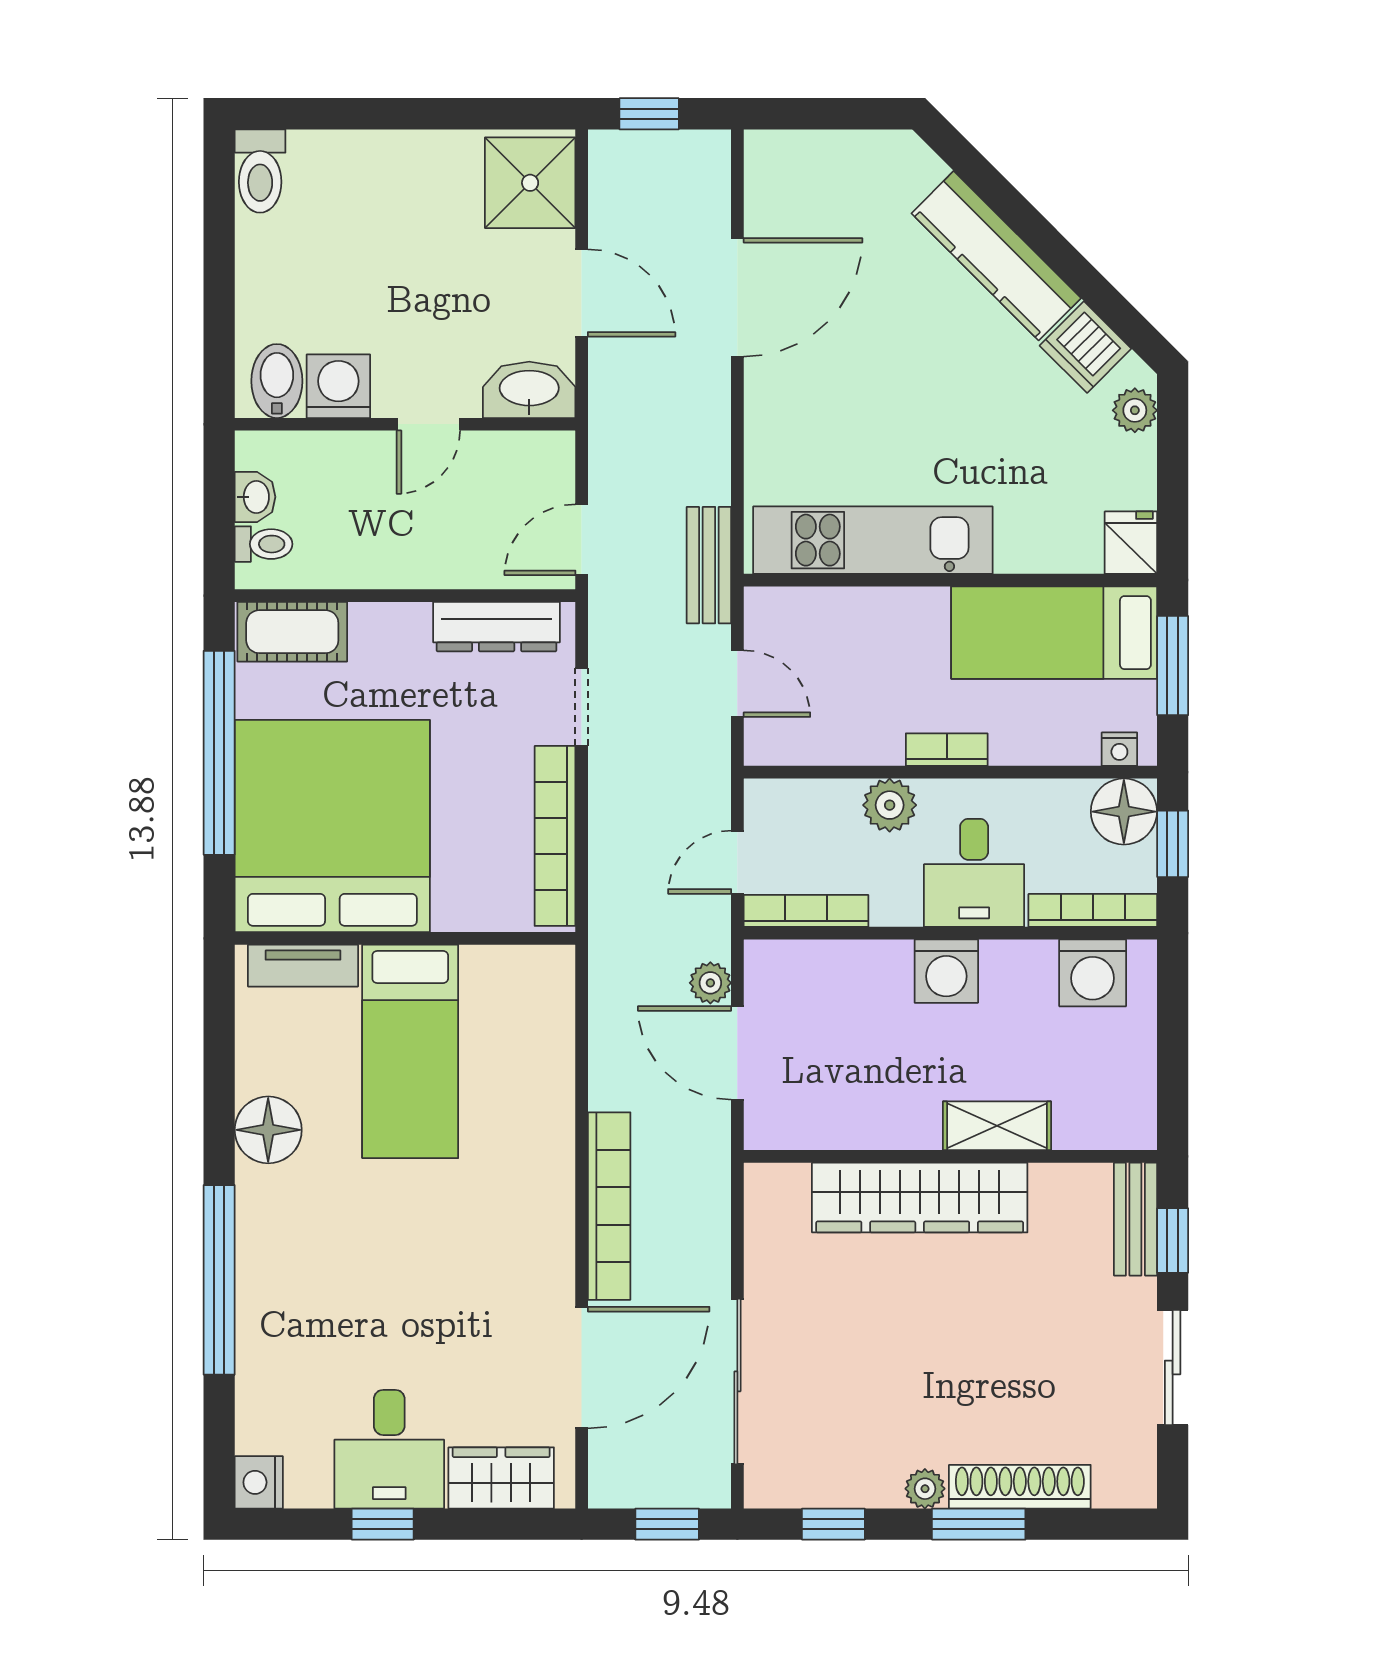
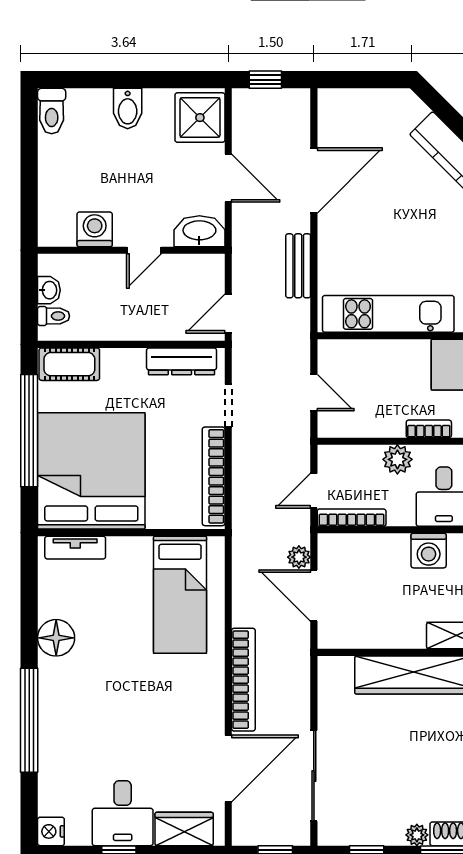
bidet: (277, 381) -> (128, 108), moved, turned 180
bench: (709, 565) -> (298, 266), moved
bed: (410, 1051) -> (180, 595), moved

